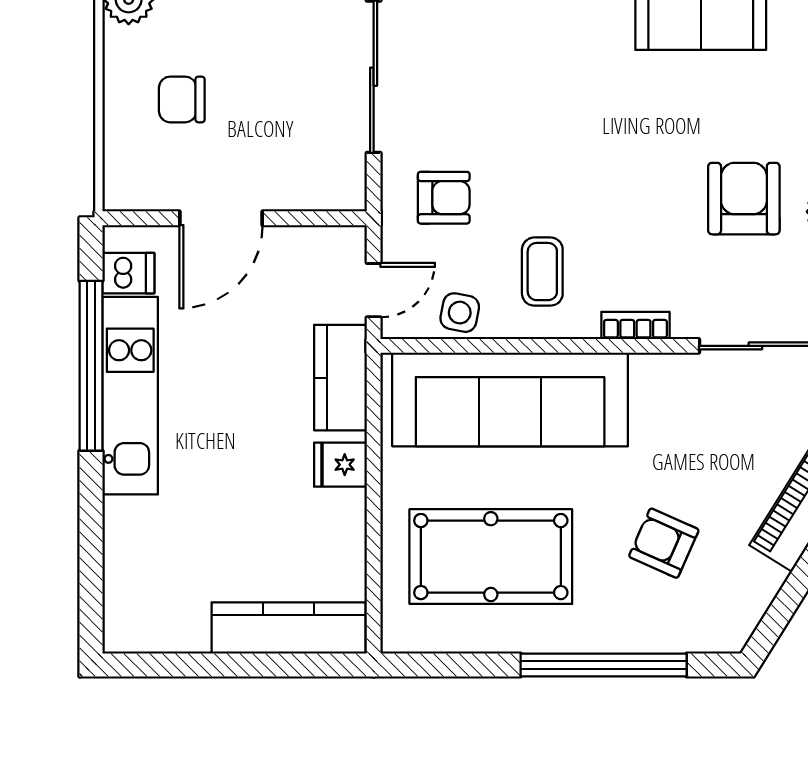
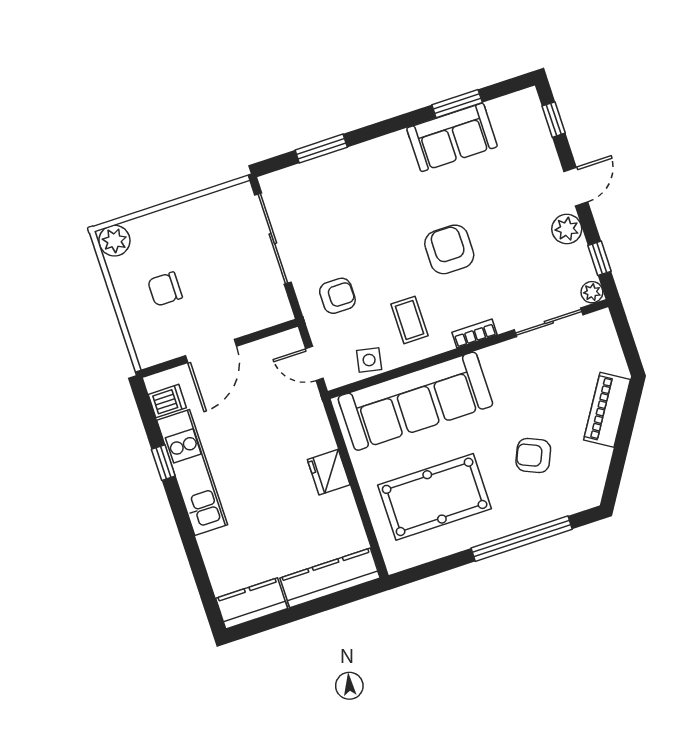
armchair: (744, 199) -> (449, 249), moved
door: (374, 290) -> (314, 363), swing flipped
window: (91, 366) -> (163, 463), width x0.32
kitchen counter: (340, 378) -> (252, 603), moved, turned 90
fridge: (340, 465) -> (329, 472), width x1.38

